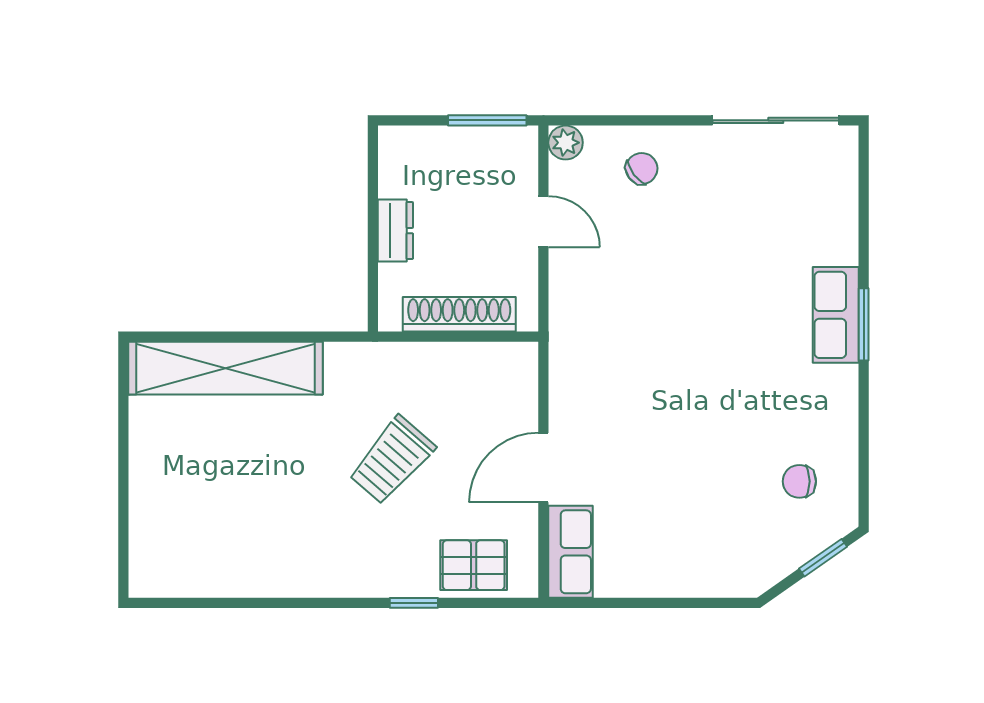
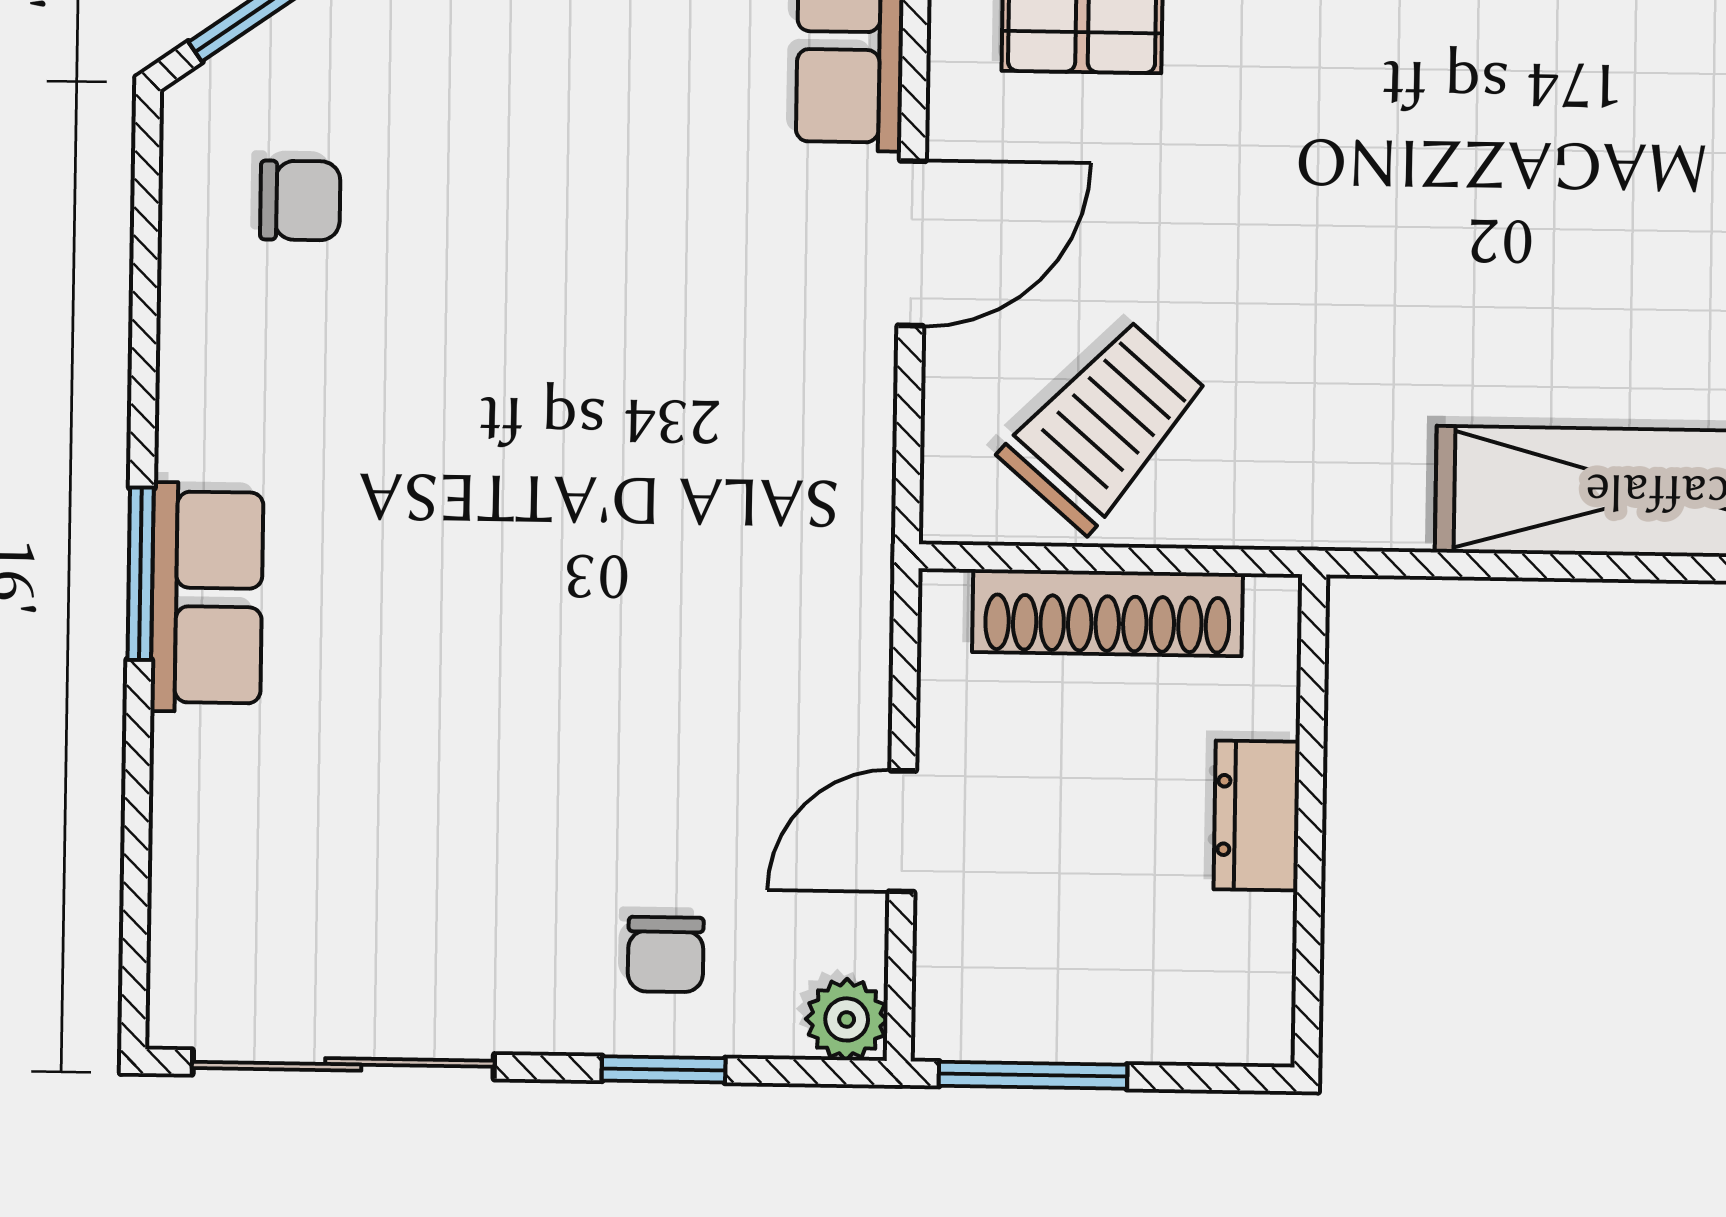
window: (642, 120) -> (664, 1069), added
chair: (642, 169) -> (666, 954), turned -53
door: (543, 222) -> (902, 831), hinge flipped
trolley: (392, 460) -> (1105, 425), moved

